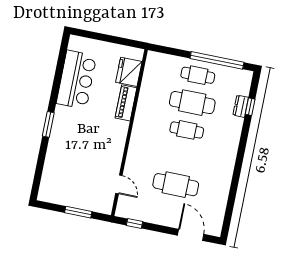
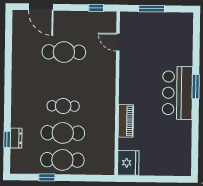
window: (217, 60) -> (47, 177), width x0.32
fridge: (129, 72) -> (128, 163), moved
cafe table: (198, 75) -> (62, 160), width x1.37, depth x1.35
bar counter: (76, 80) -> (177, 93), moved

